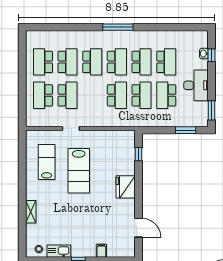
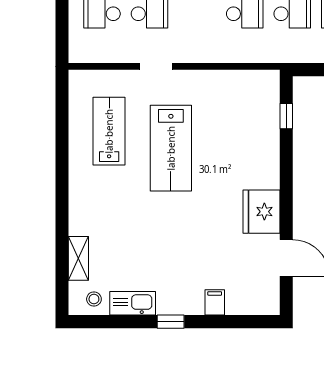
fridge: (126, 187) -> (261, 212), moved
shelving: (31, 212) -> (78, 258), moved

